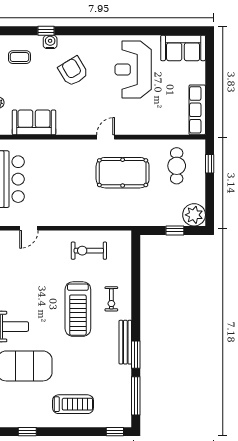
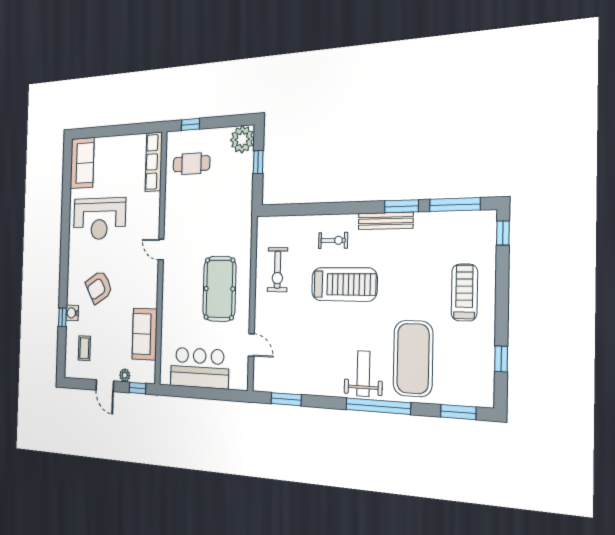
row of seats: (197, 110) -> (154, 162), moved, turned 90
pool table: (123, 173) -> (219, 289), moved

